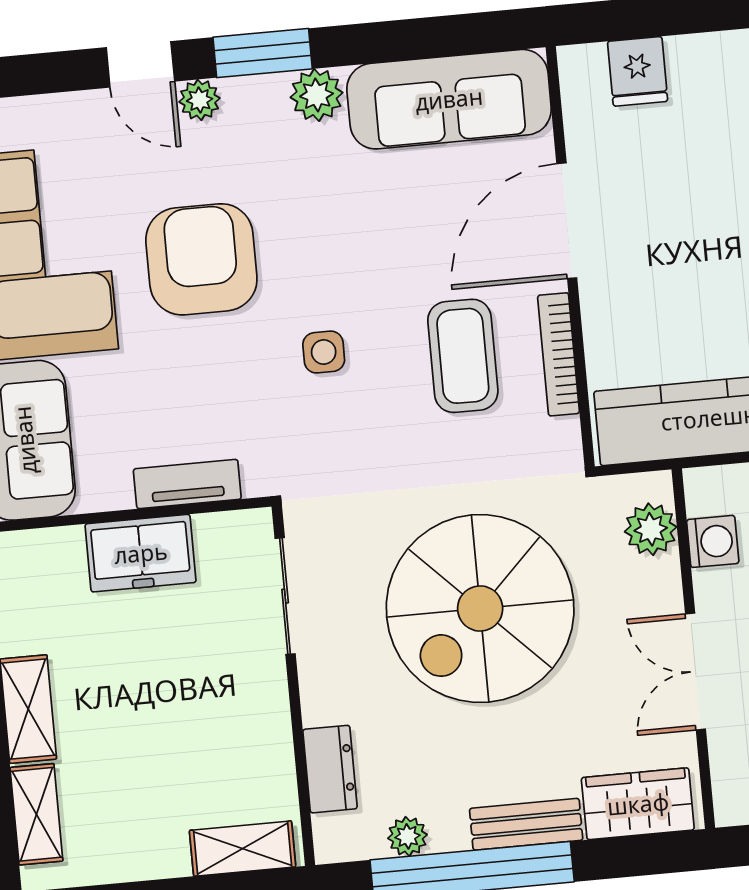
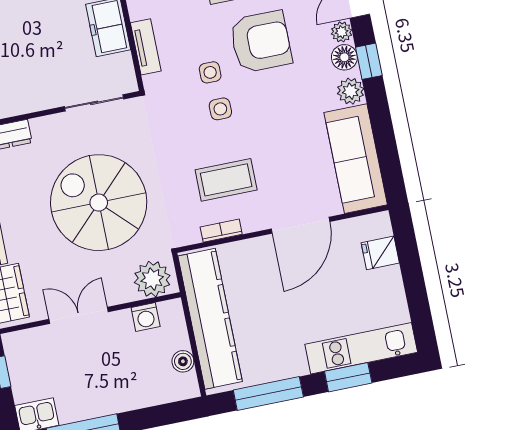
window: (263, 53) -> (369, 61), width x0.67
floor lamp: (250, 100) -> (344, 57), added
door: (567, 221) -> (300, 225), swing flipped
bookcase: (559, 354) -> (221, 231), width x0.64
side table: (250, 364) -> (210, 72), added
plant: (651, 529) -> (152, 279), width x1.36, depth x1.36

